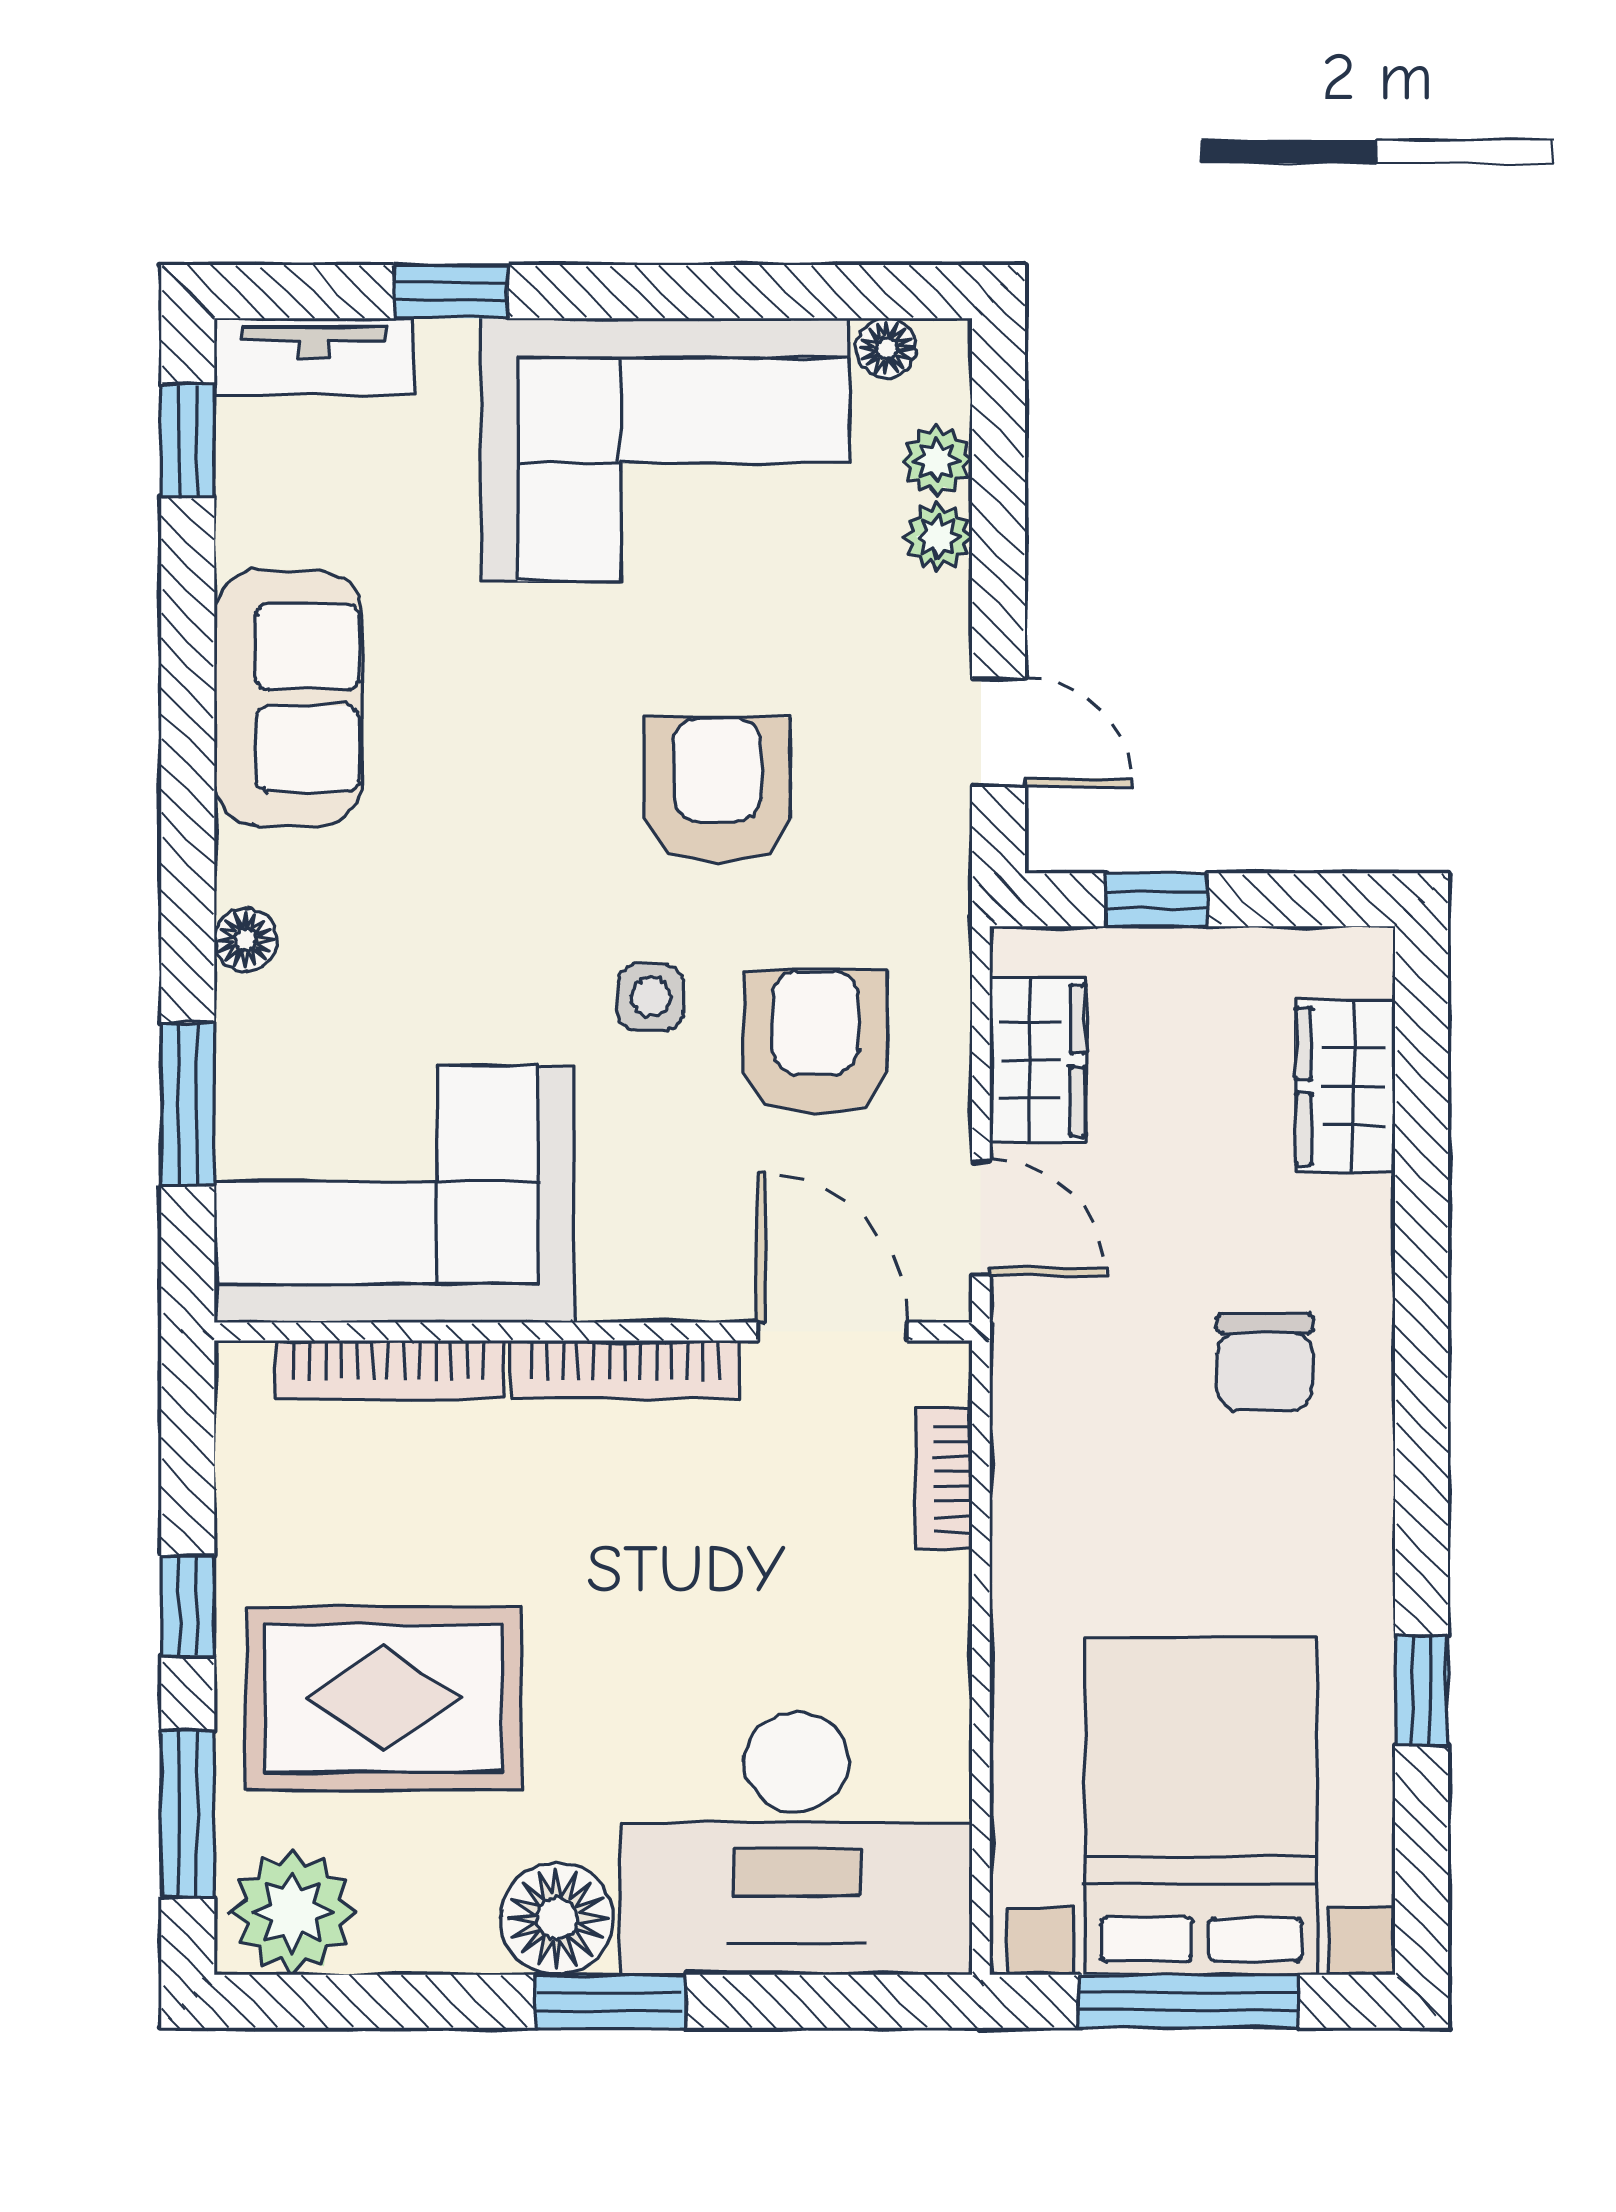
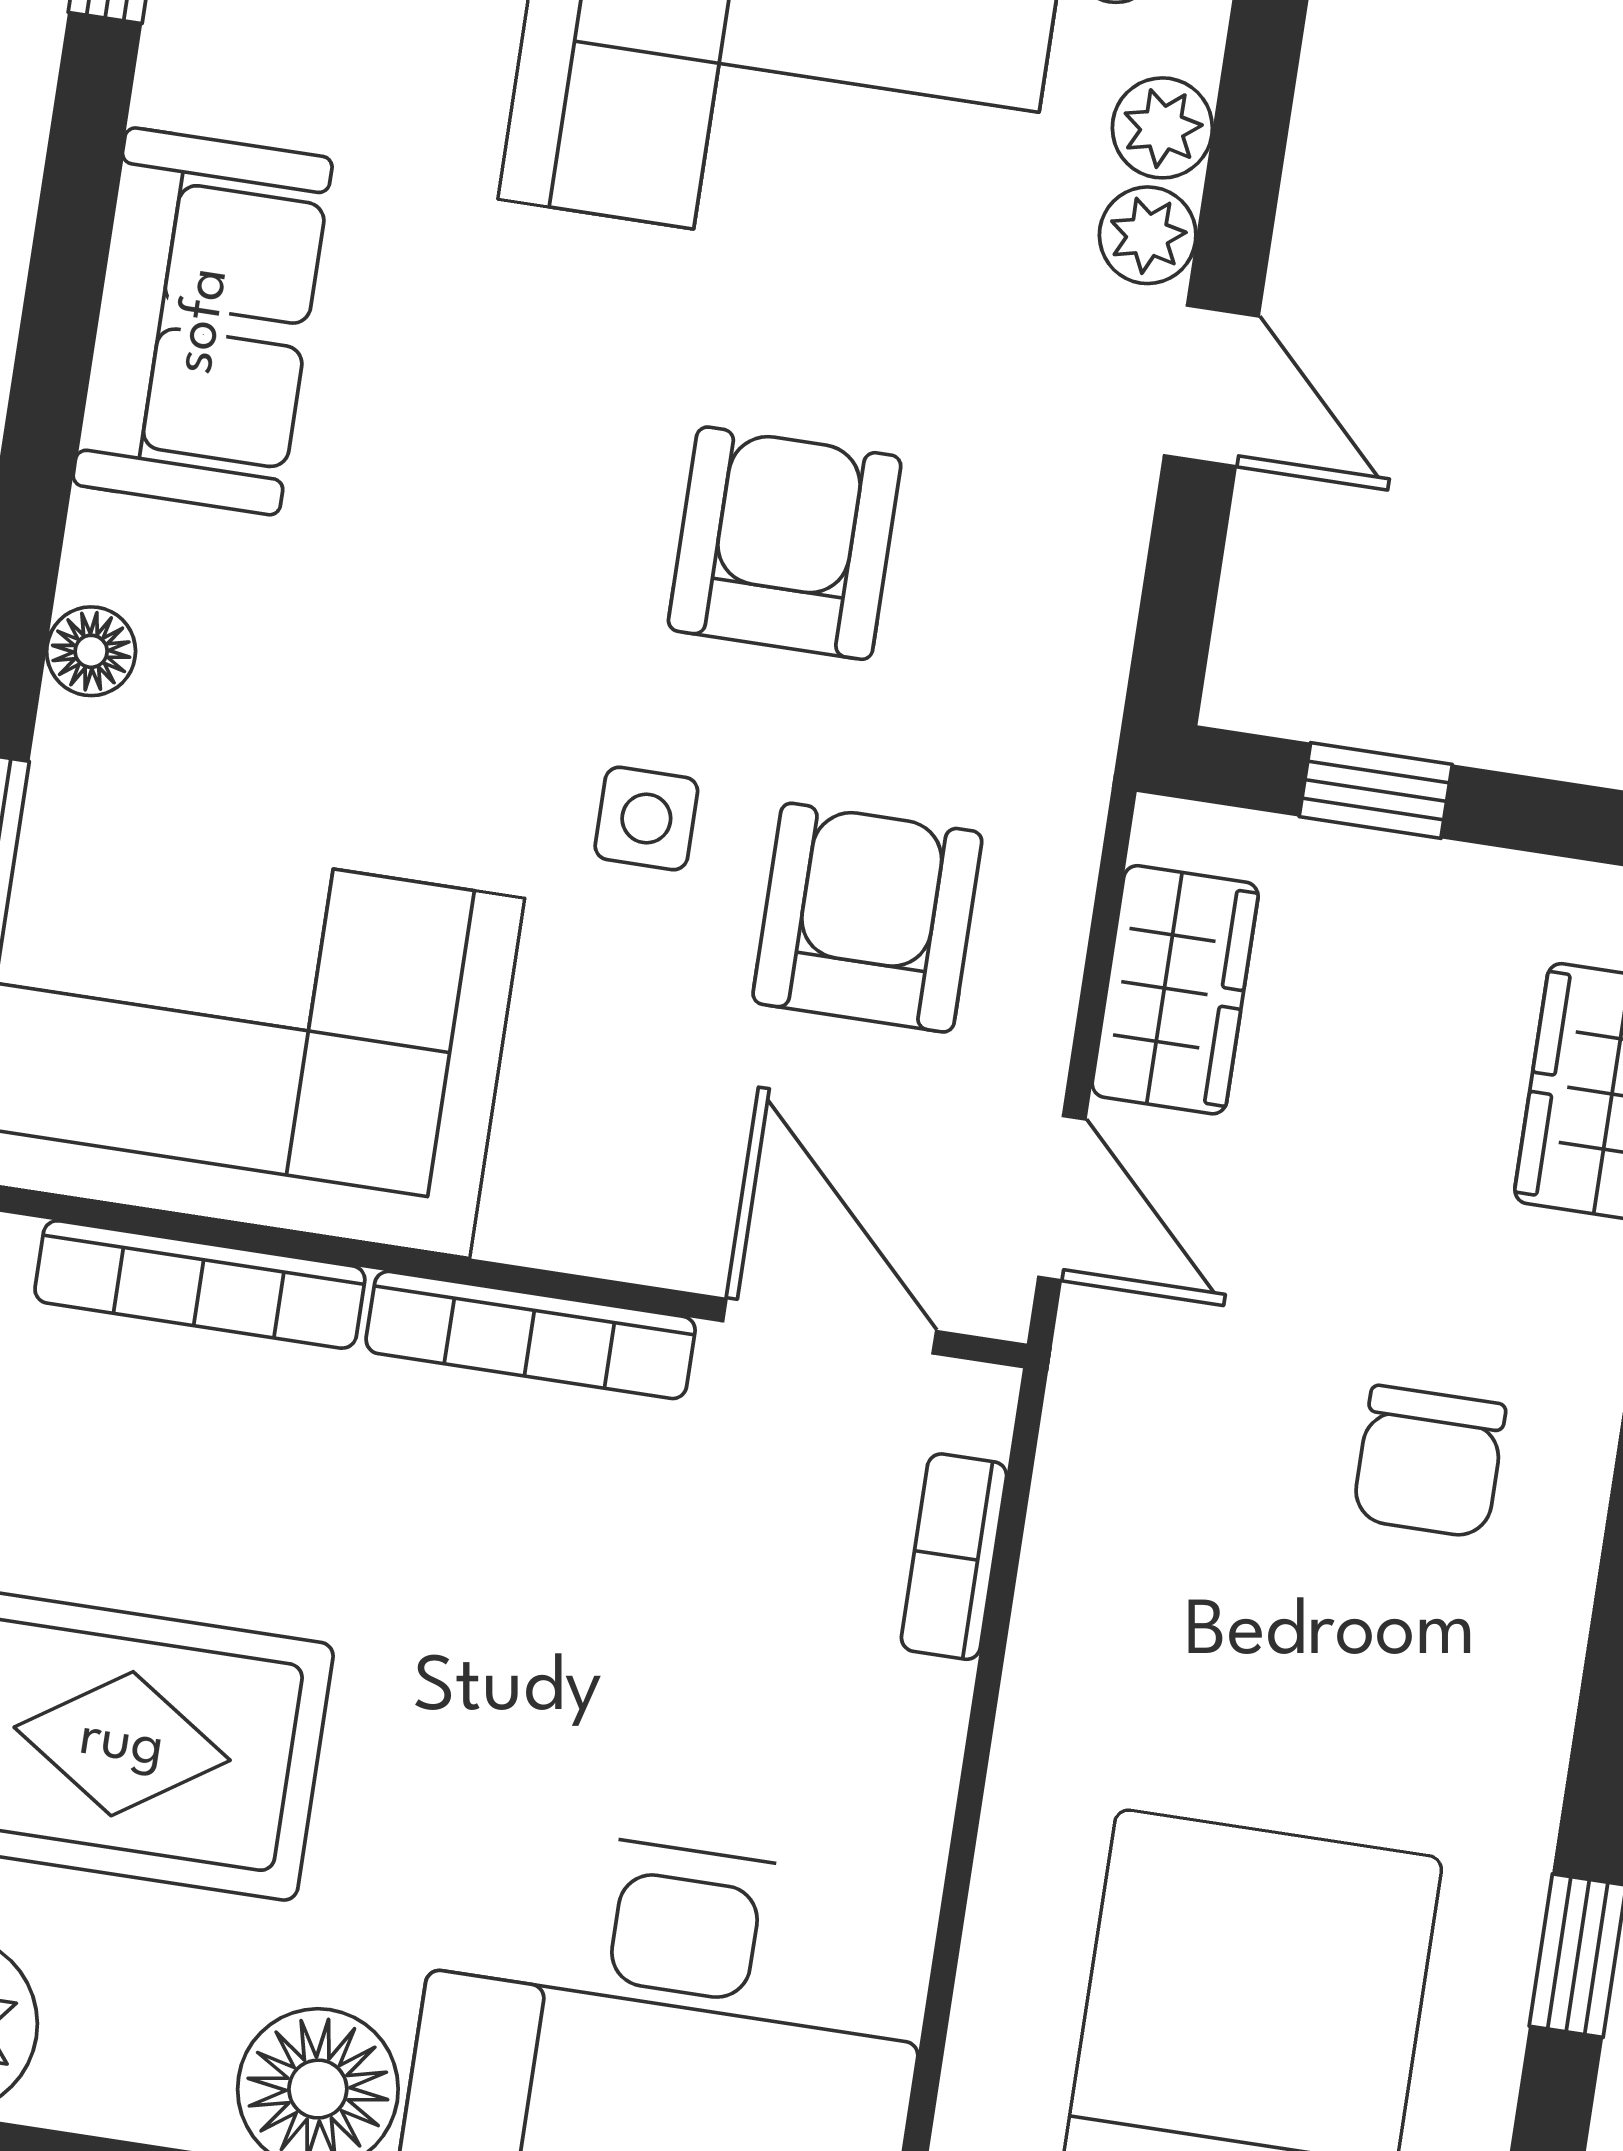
door: (999, 732) -> (1211, 386), moved

